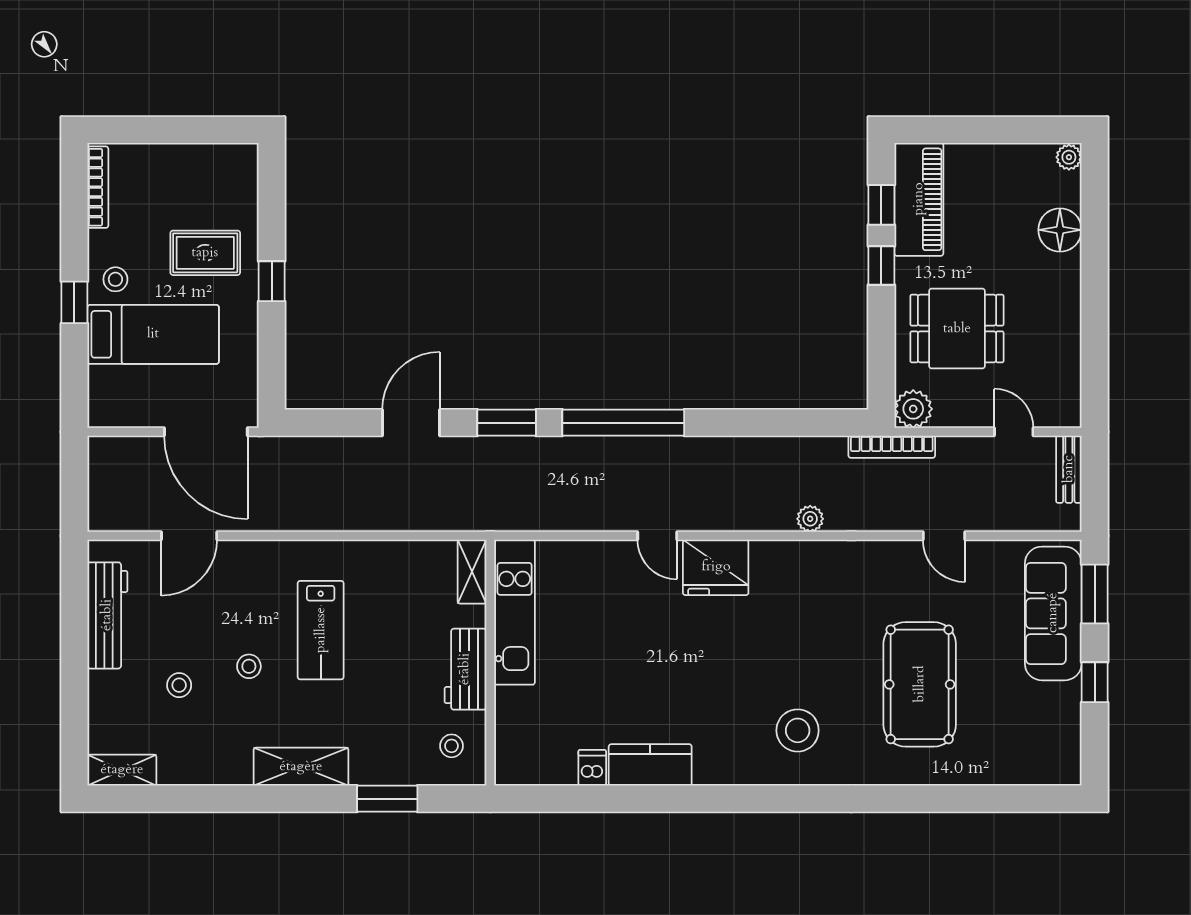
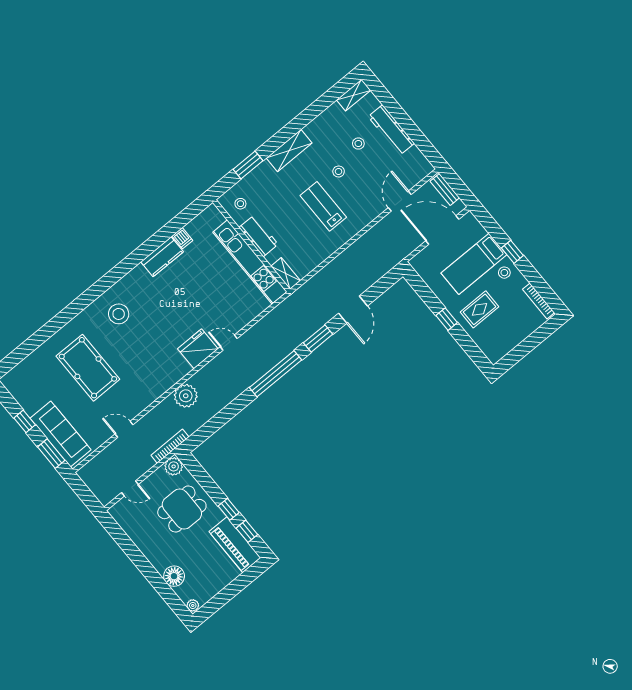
door: (206, 432) -> (442, 230), moved
bench: (1069, 469) -> (445, 189), moved
plant: (810, 519) -> (186, 396), width x1.88, depth x1.88
kitchen unit: (515, 612) -> (250, 262), width x1.36
workbench: (107, 615) -> (391, 130), moved

